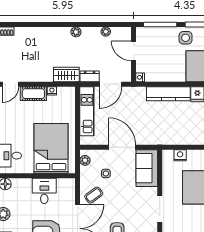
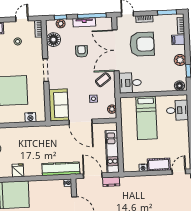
wardrobe: (66, 74) -> (131, 182), removed
door: (111, 84) -> (93, 176), hinge flipped
kitchen counter: (168, 94) -> (61, 169), moved
bed: (51, 148) -> (146, 118), width x0.67
desk: (44, 191) -> (130, 83), moved, turned 90

